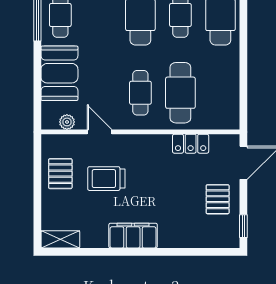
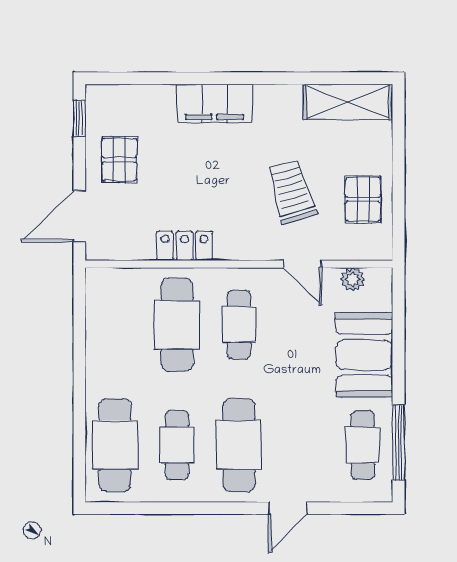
locker: (191, 144) -> (184, 246), moved
trolley: (106, 179) -> (292, 192), turned -106
filing cabinet: (133, 236) -> (214, 103), moved
shelving: (60, 239) -> (348, 102), width x1.50, depth x1.33

